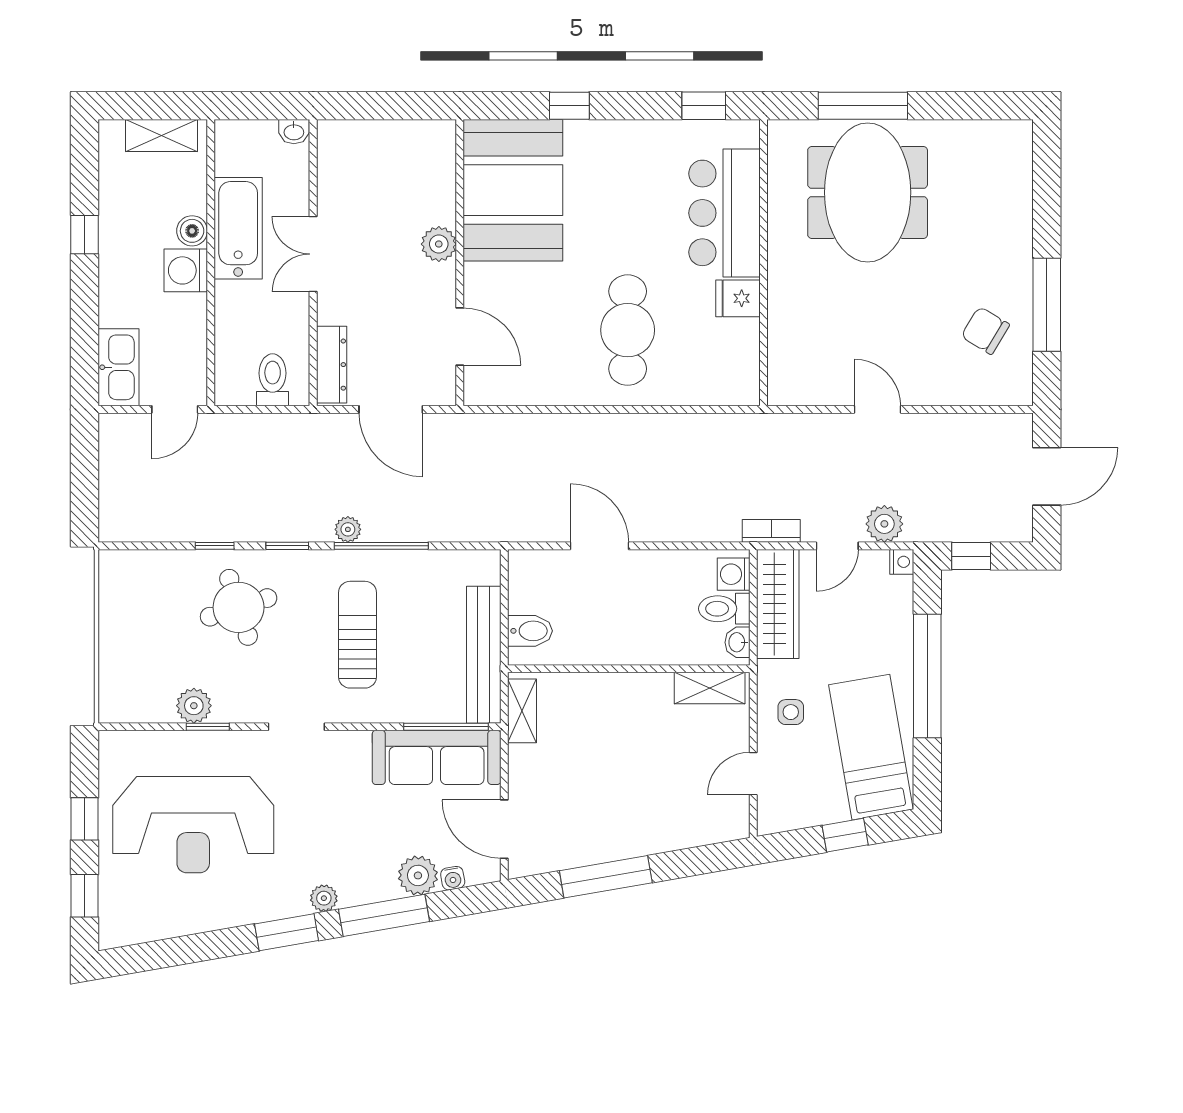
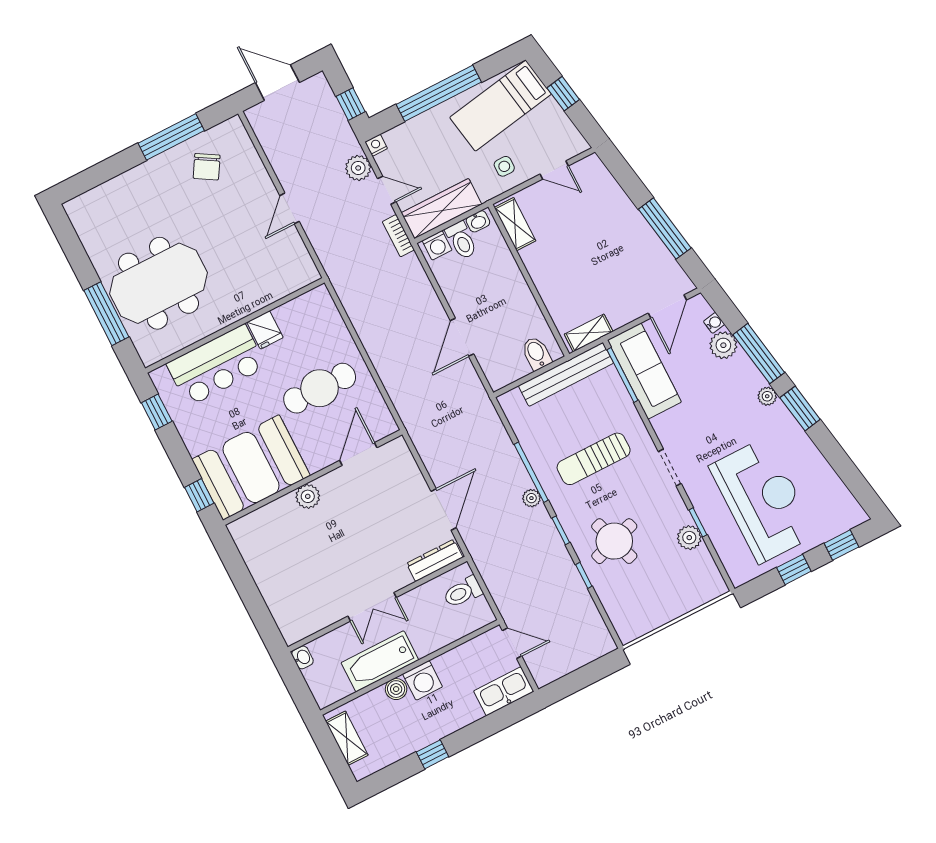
booth: (513, 190) -> (251, 468), moved
plant: (439, 244) -> (308, 496), moved
wall: (460, 263) -> (313, 477), moved
door: (460, 336) -> (358, 454), moved

